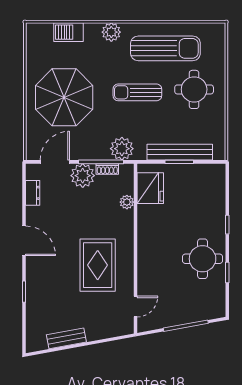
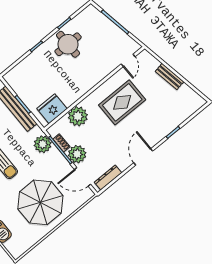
dresser: (33, 193) -> (108, 177), width x1.44
plant: (127, 202) -> (78, 116), width x1.87, depth x1.87
door: (135, 307) -> (128, 60), swing flipped
bench: (66, 338) -> (170, 77), moved

